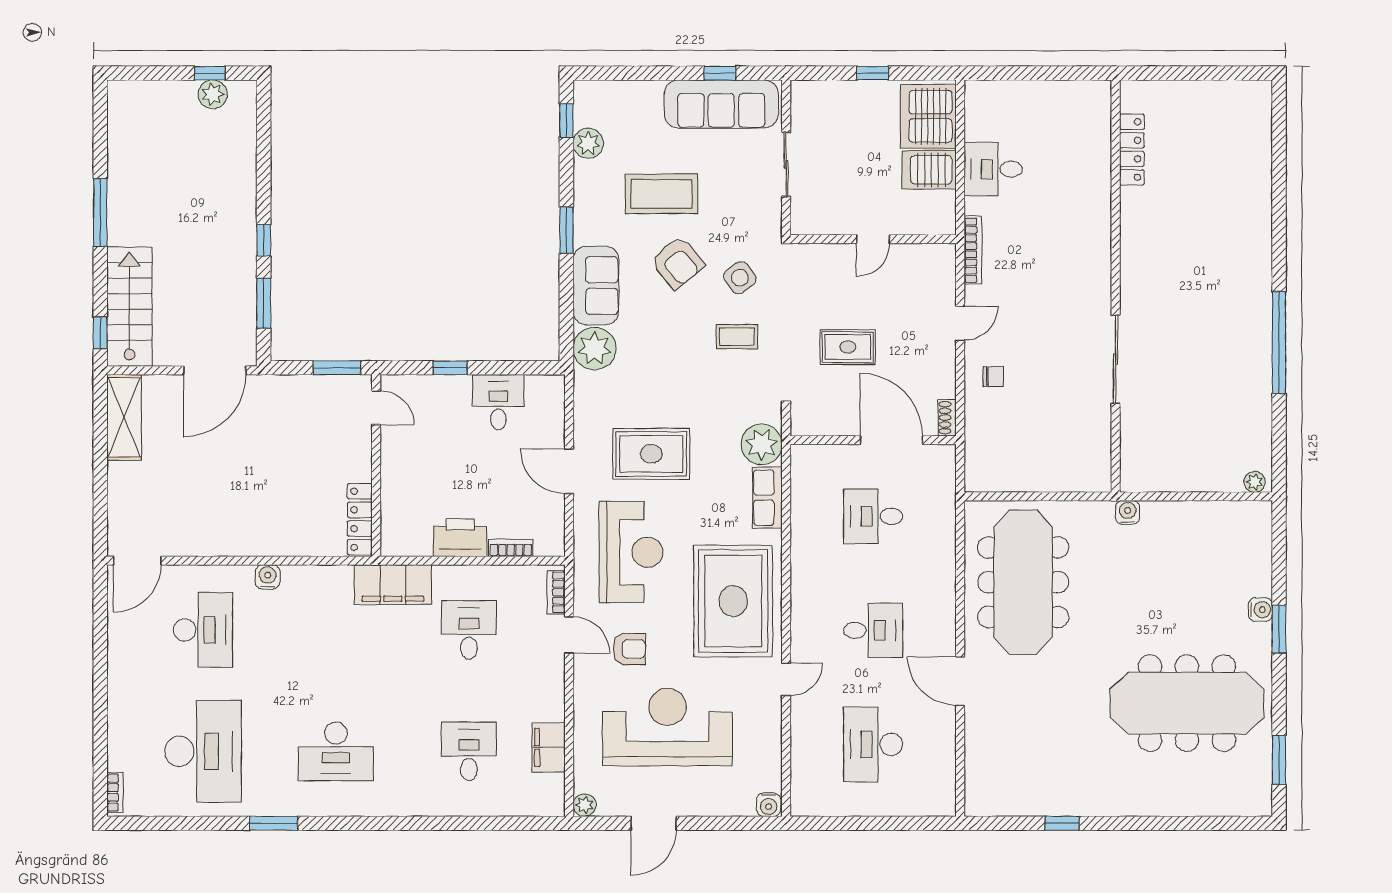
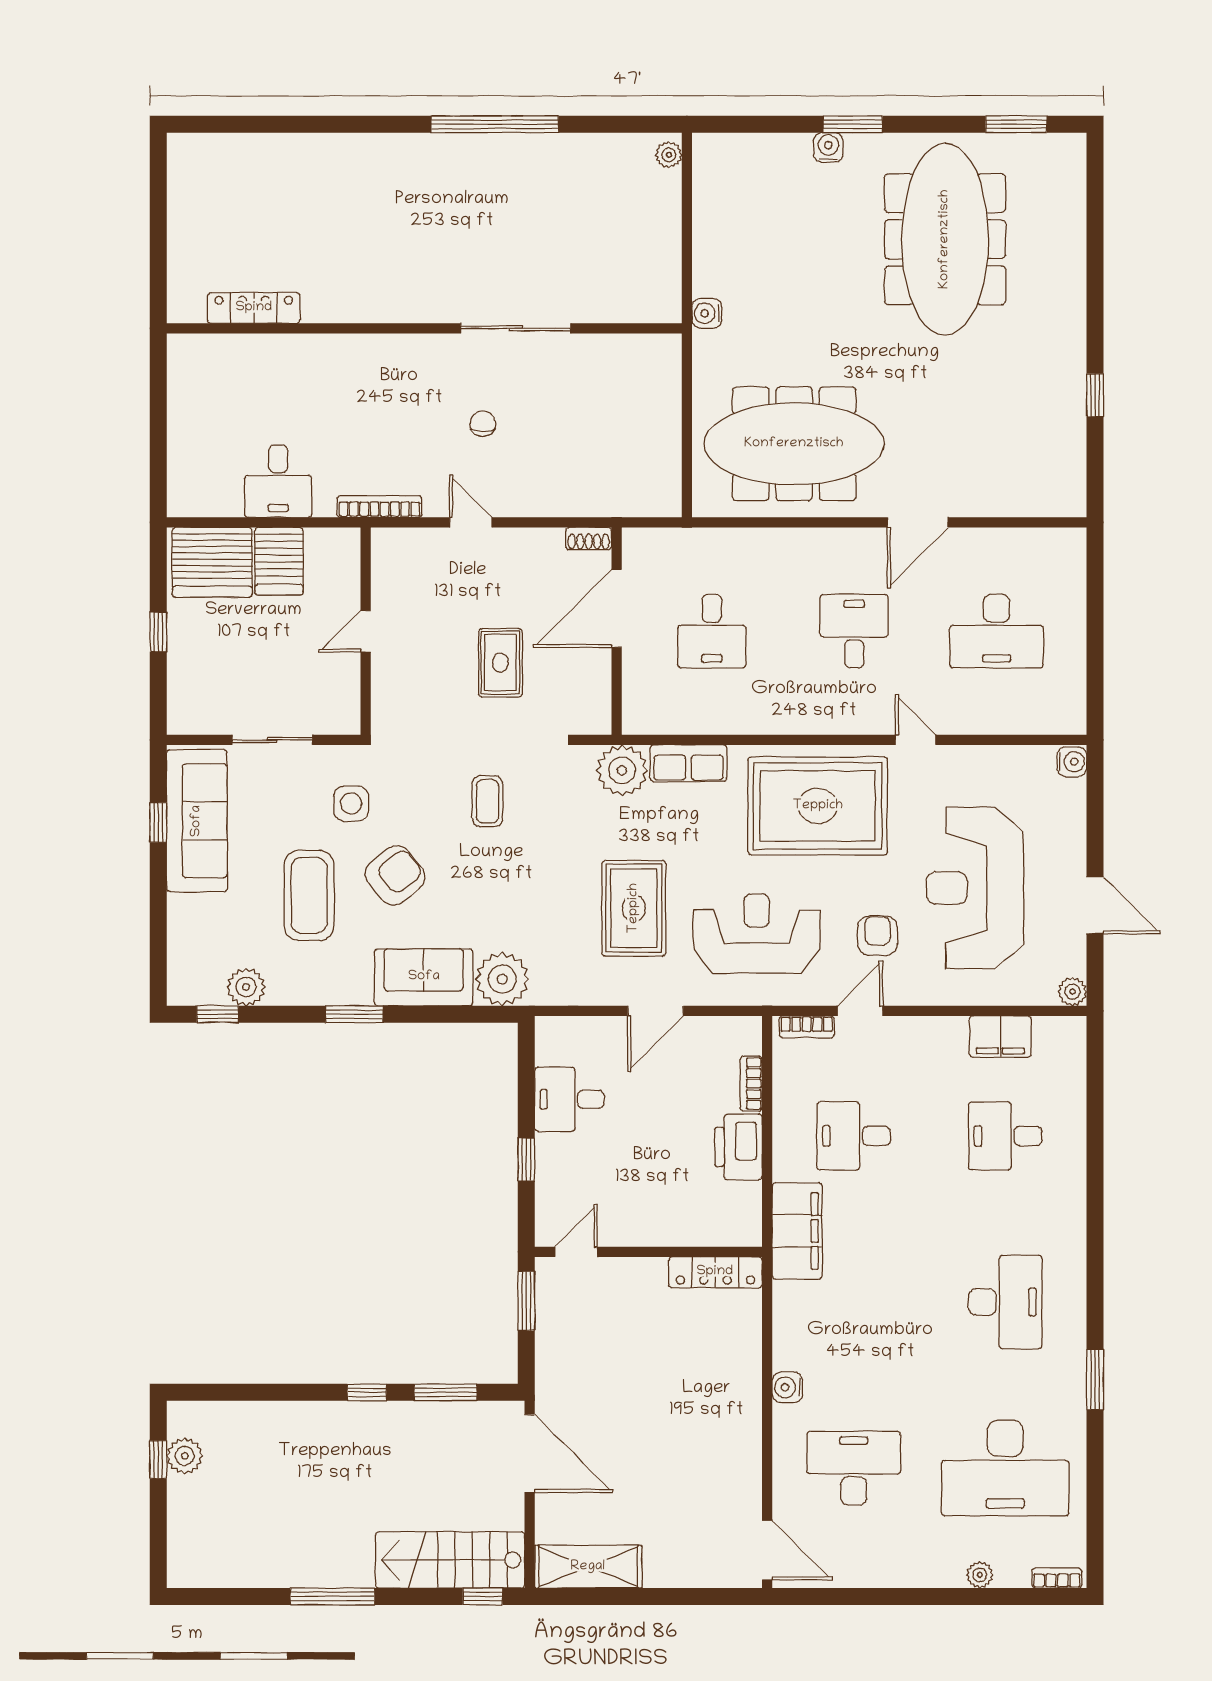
door: (873, 239) -> (366, 631), swing flipped
side table: (740, 278) -> (351, 803), moved, turned 36
chair: (993, 377) -> (483, 424), moved
plant: (117, 731) -> (980, 1575), added
desk: (203, 751) -> (1005, 1468), turned 180

